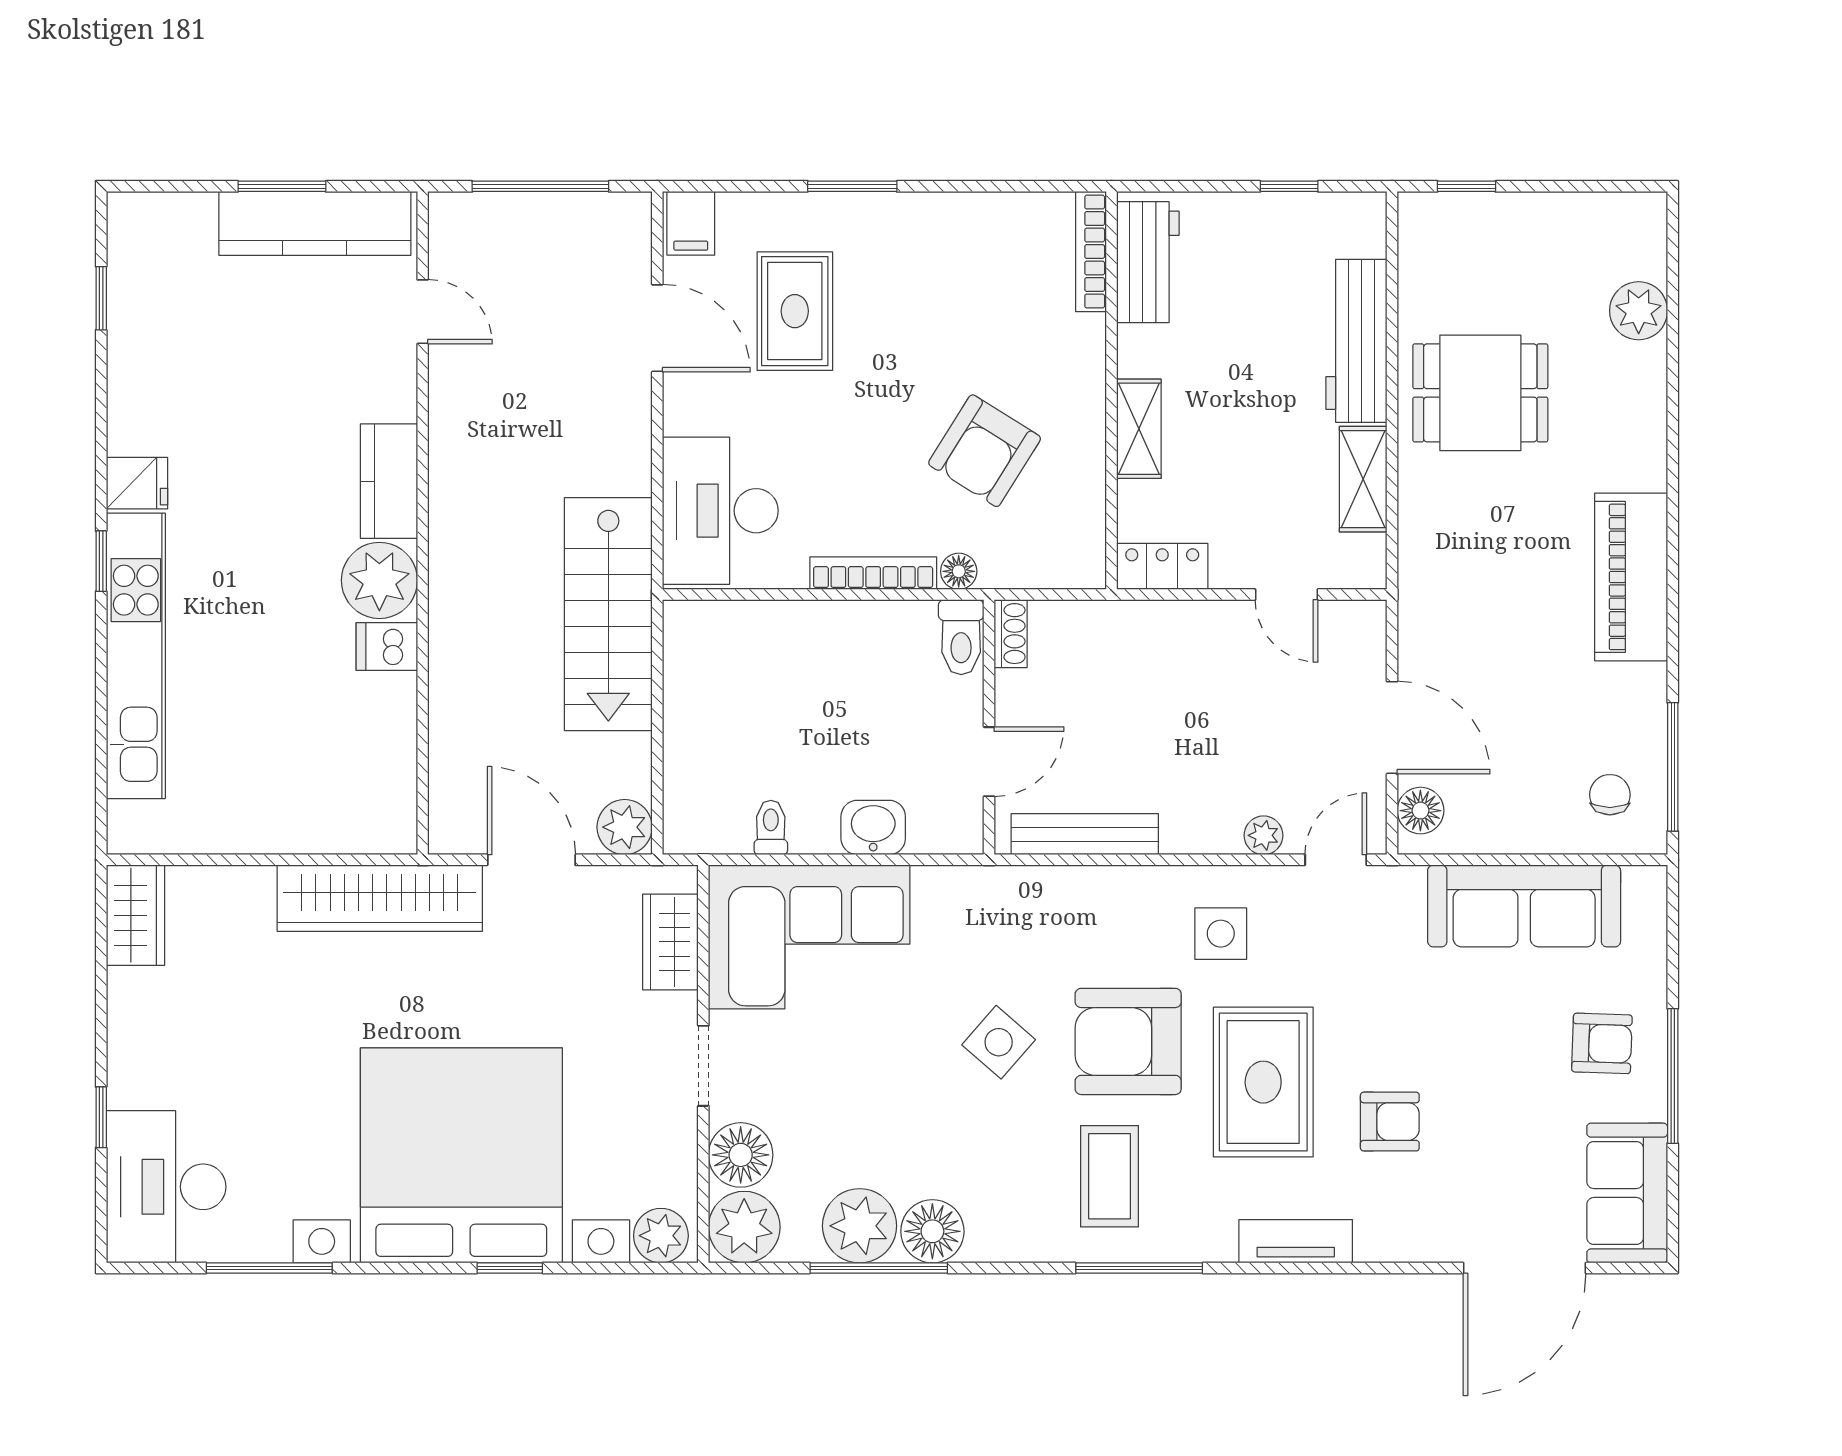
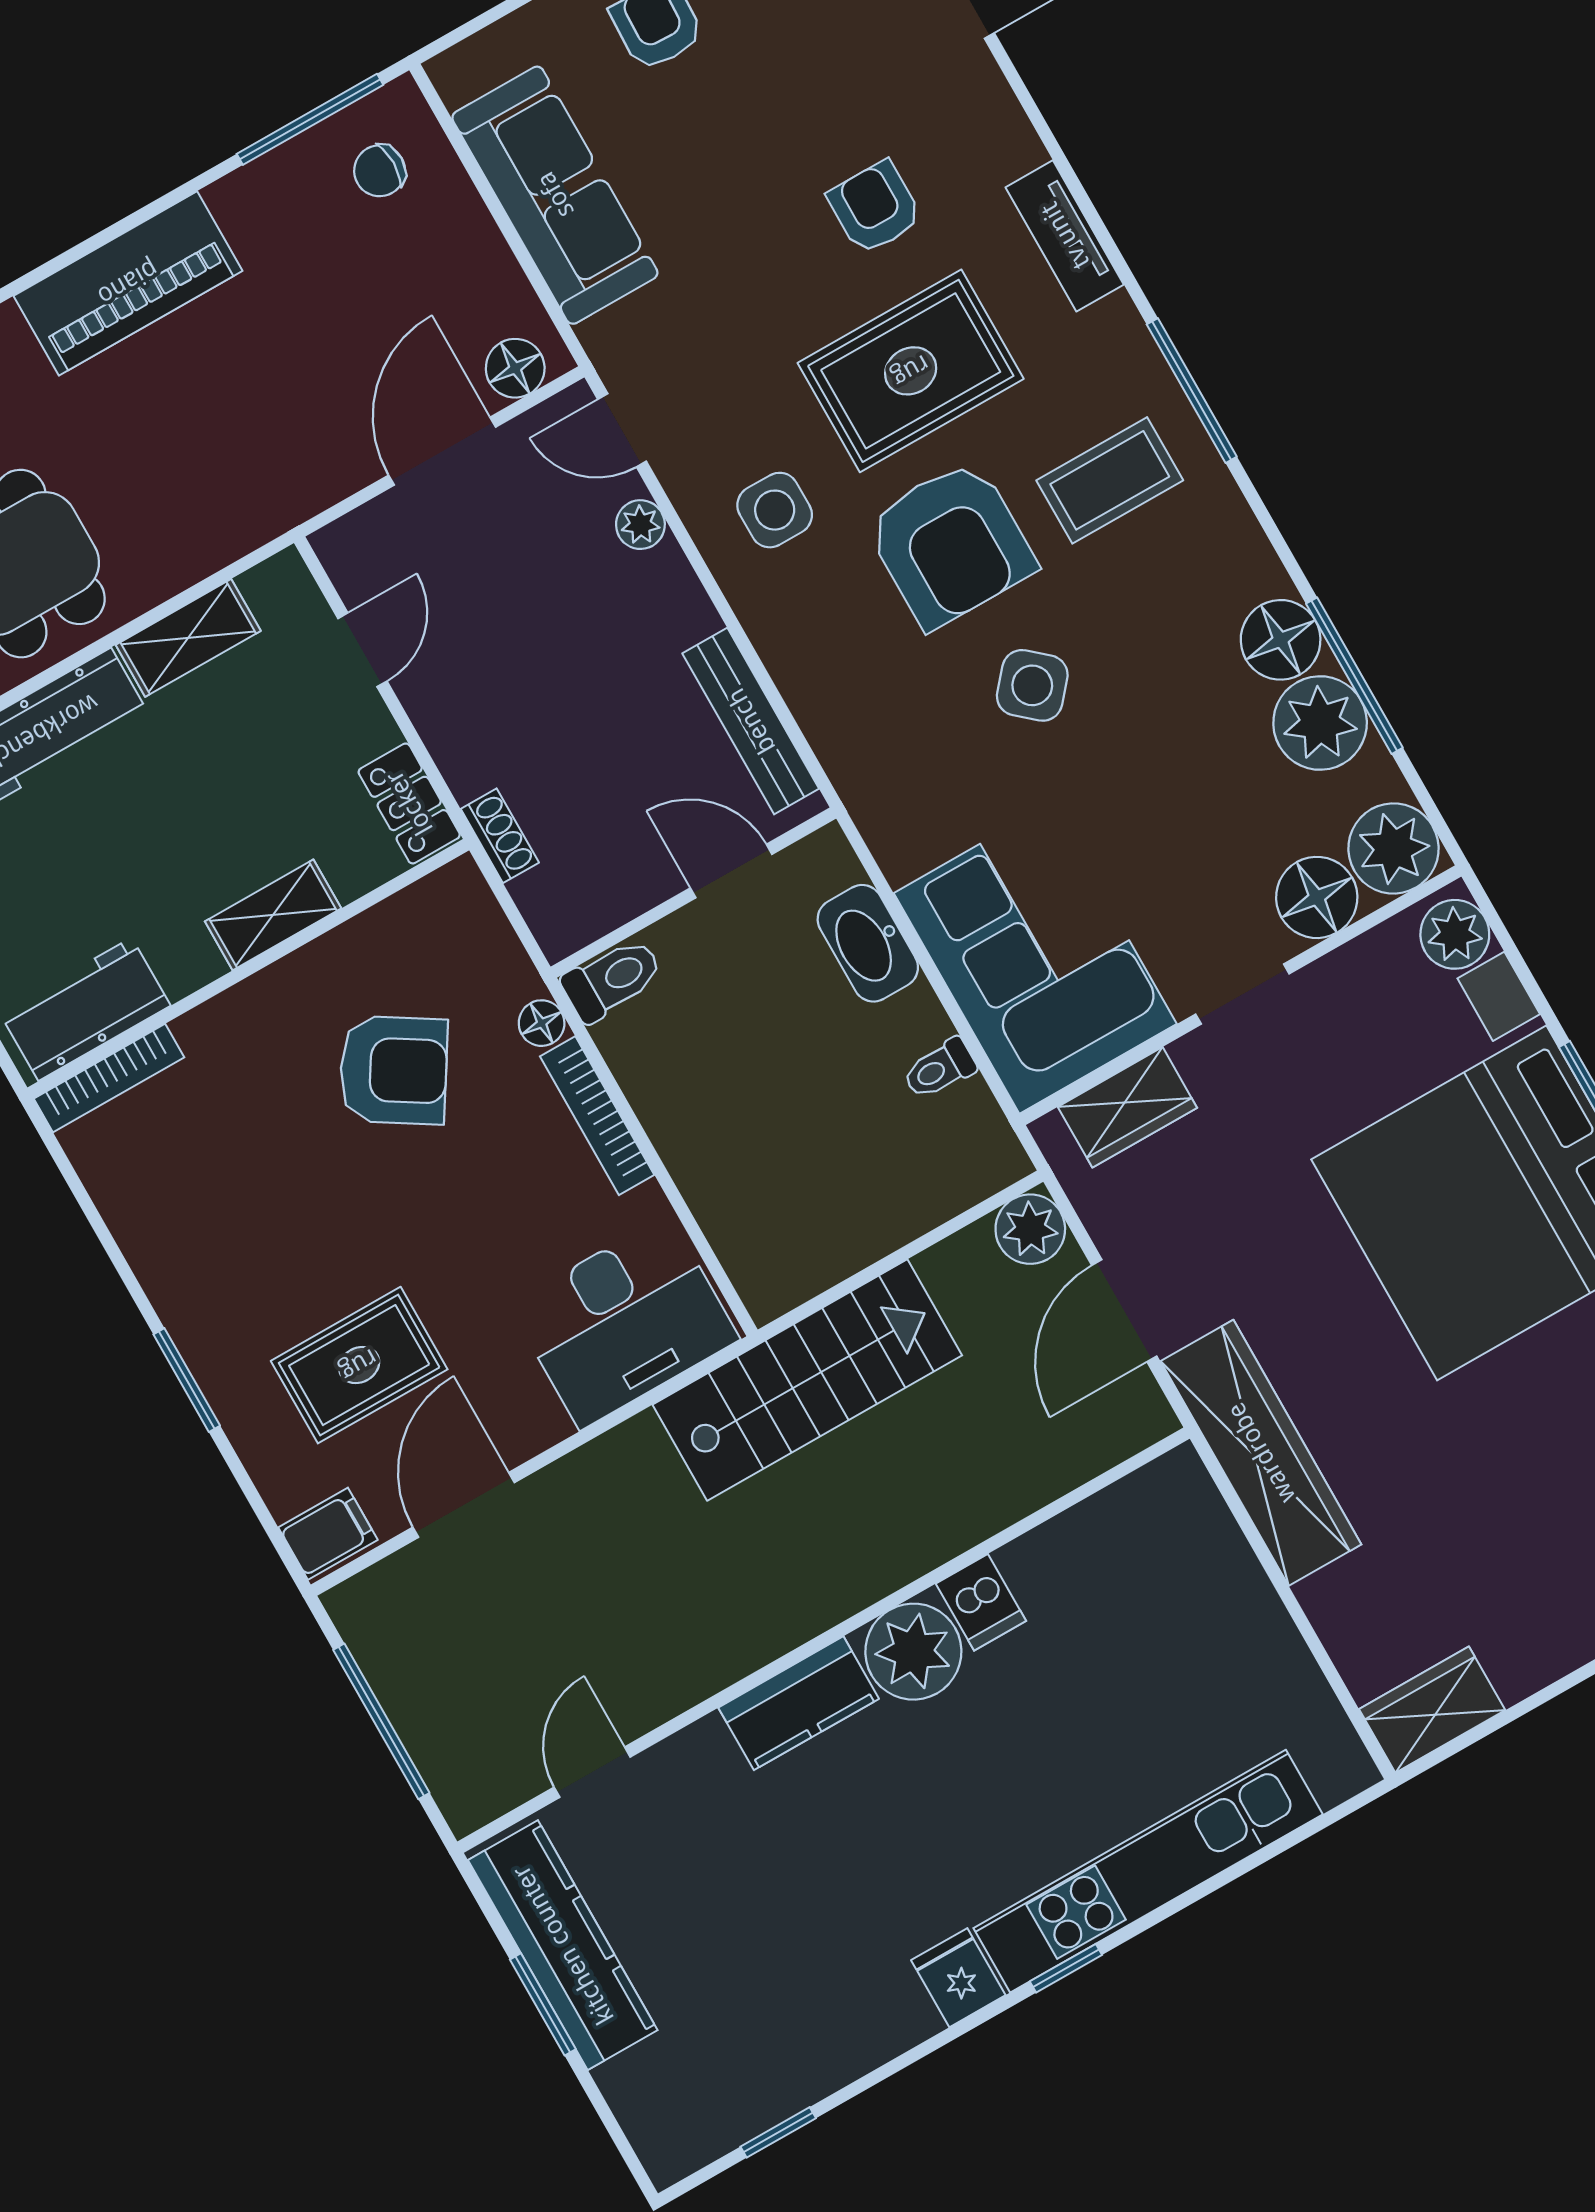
shoe rack: (1011, 634) -> (500, 836), moved, turned 90
washbasin: (873, 827) -> (868, 943), width x1.38

